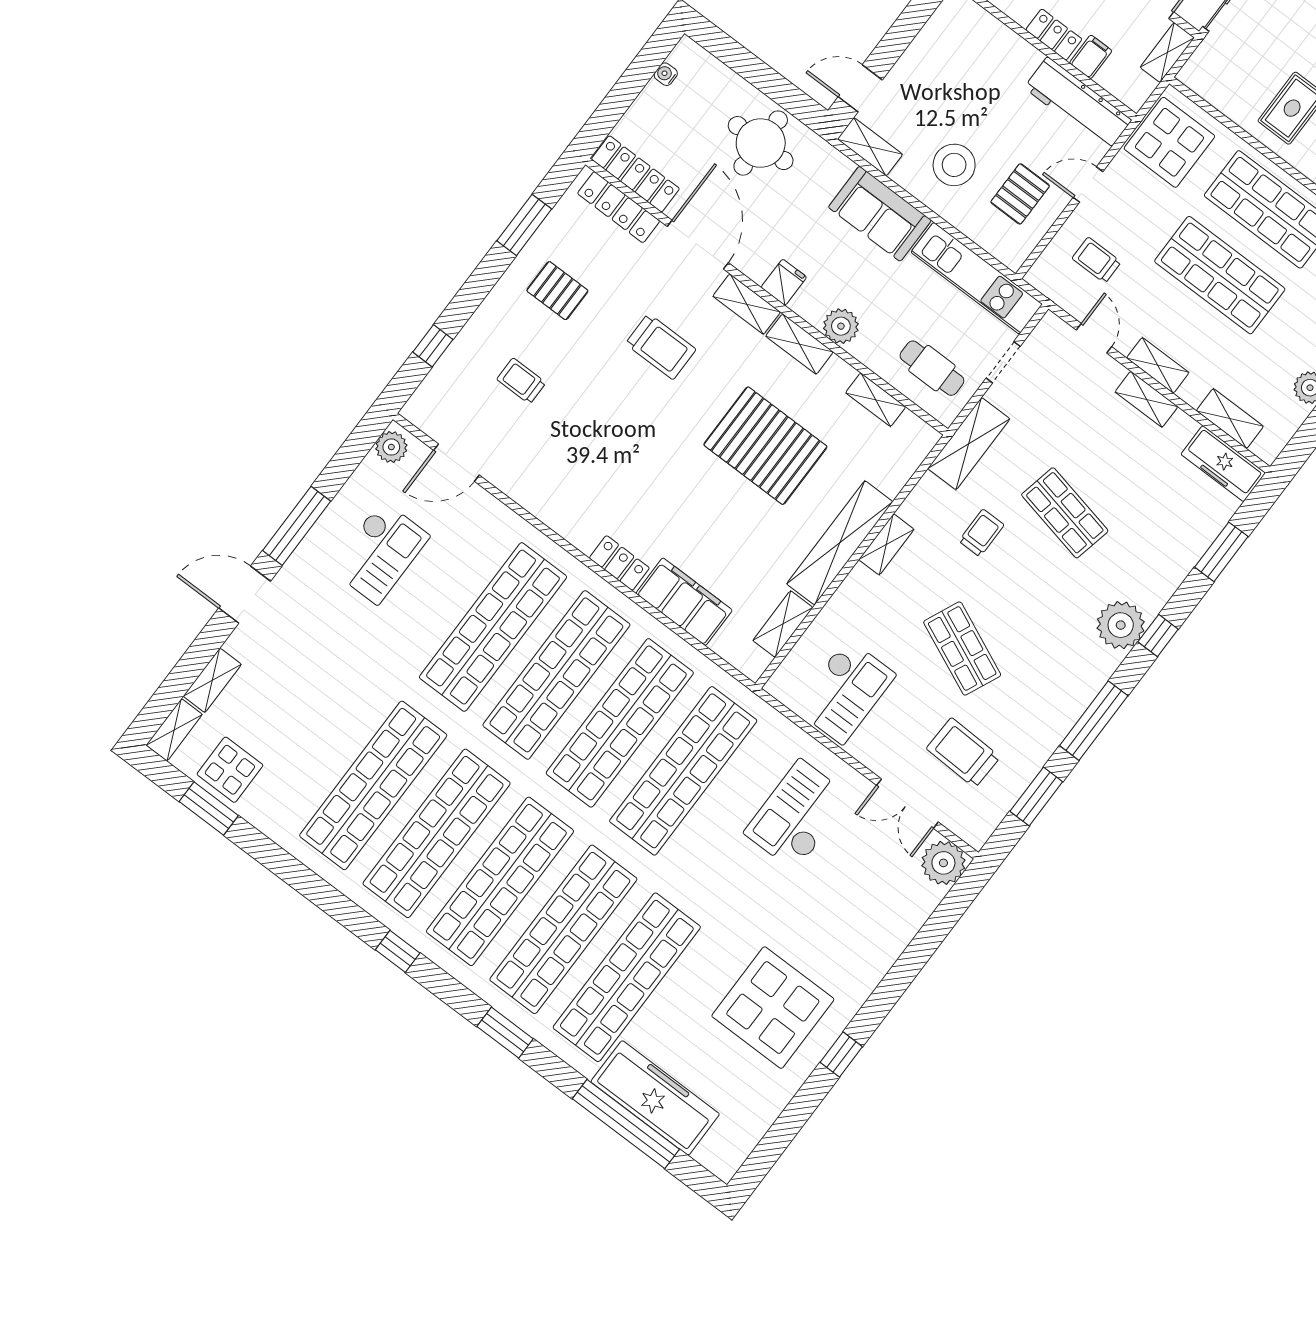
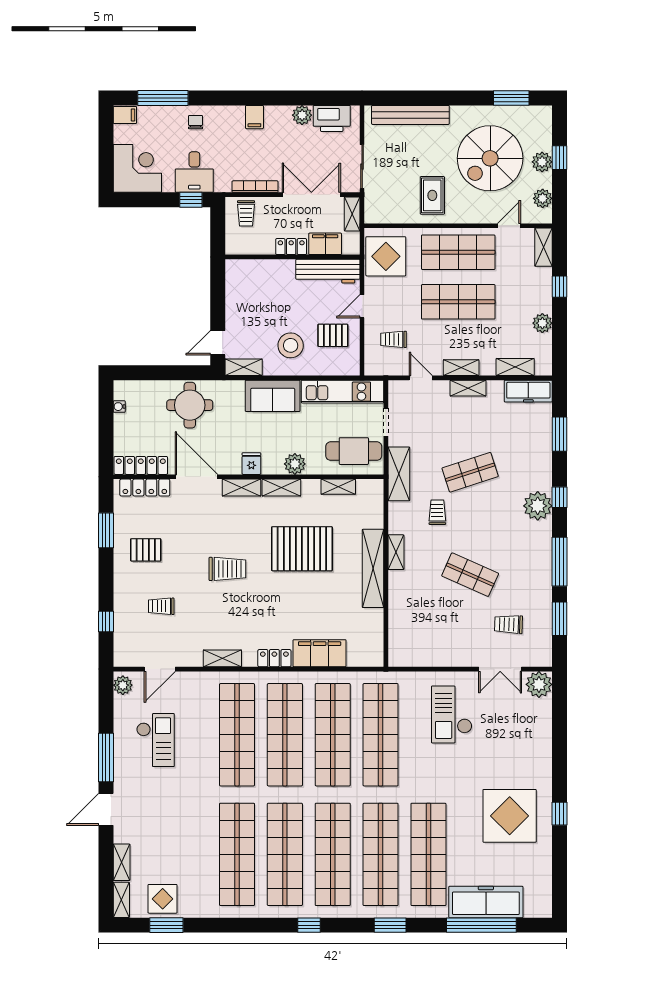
filing cabinet: (1091, 57) -> (325, 244), width x2.00
pallet: (1020, 194) -> (333, 335), turned 90
trolley: (661, 347) -> (227, 569), moved
cafe table: (932, 368) -> (354, 451), width x1.37, depth x1.35
shop shelf: (1065, 513) -> (470, 472), turned -30
shelving: (783, 624) -> (222, 658), moved, turned 90
checkout: (845, 691) -> (429, 638), removed
trolley: (963, 753) -> (508, 624), width x0.73, depth x0.72

